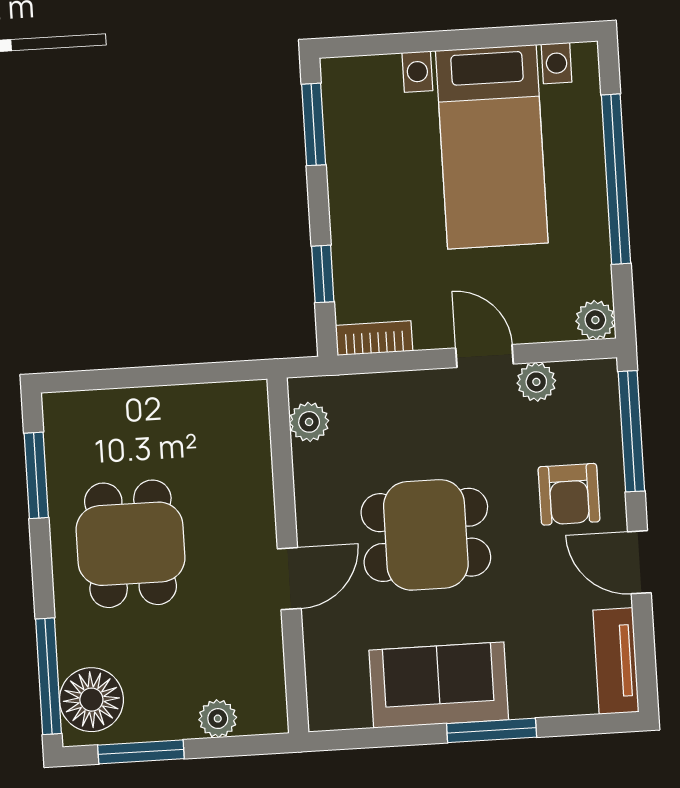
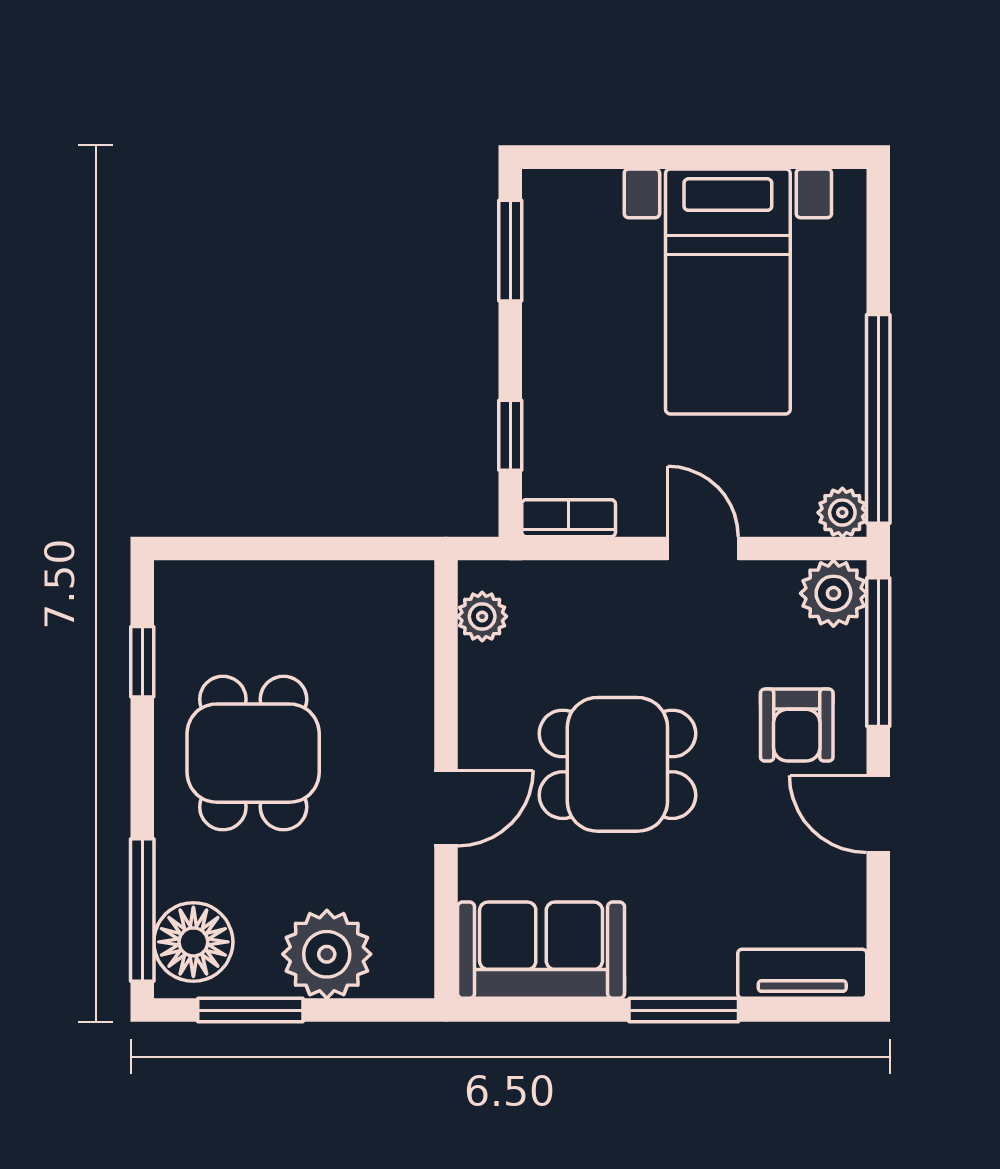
window: (616, 179) -> (878, 419), moved
plant: (536, 382) -> (833, 593), moved, width x1.38, depth x1.38
window: (36, 475) -> (142, 662), width x0.67
tv unit: (616, 661) -> (802, 974), moved, turned 90
sofa: (439, 685) -> (541, 950), moved
plant: (218, 719) -> (327, 954), width x1.87, depth x1.87

